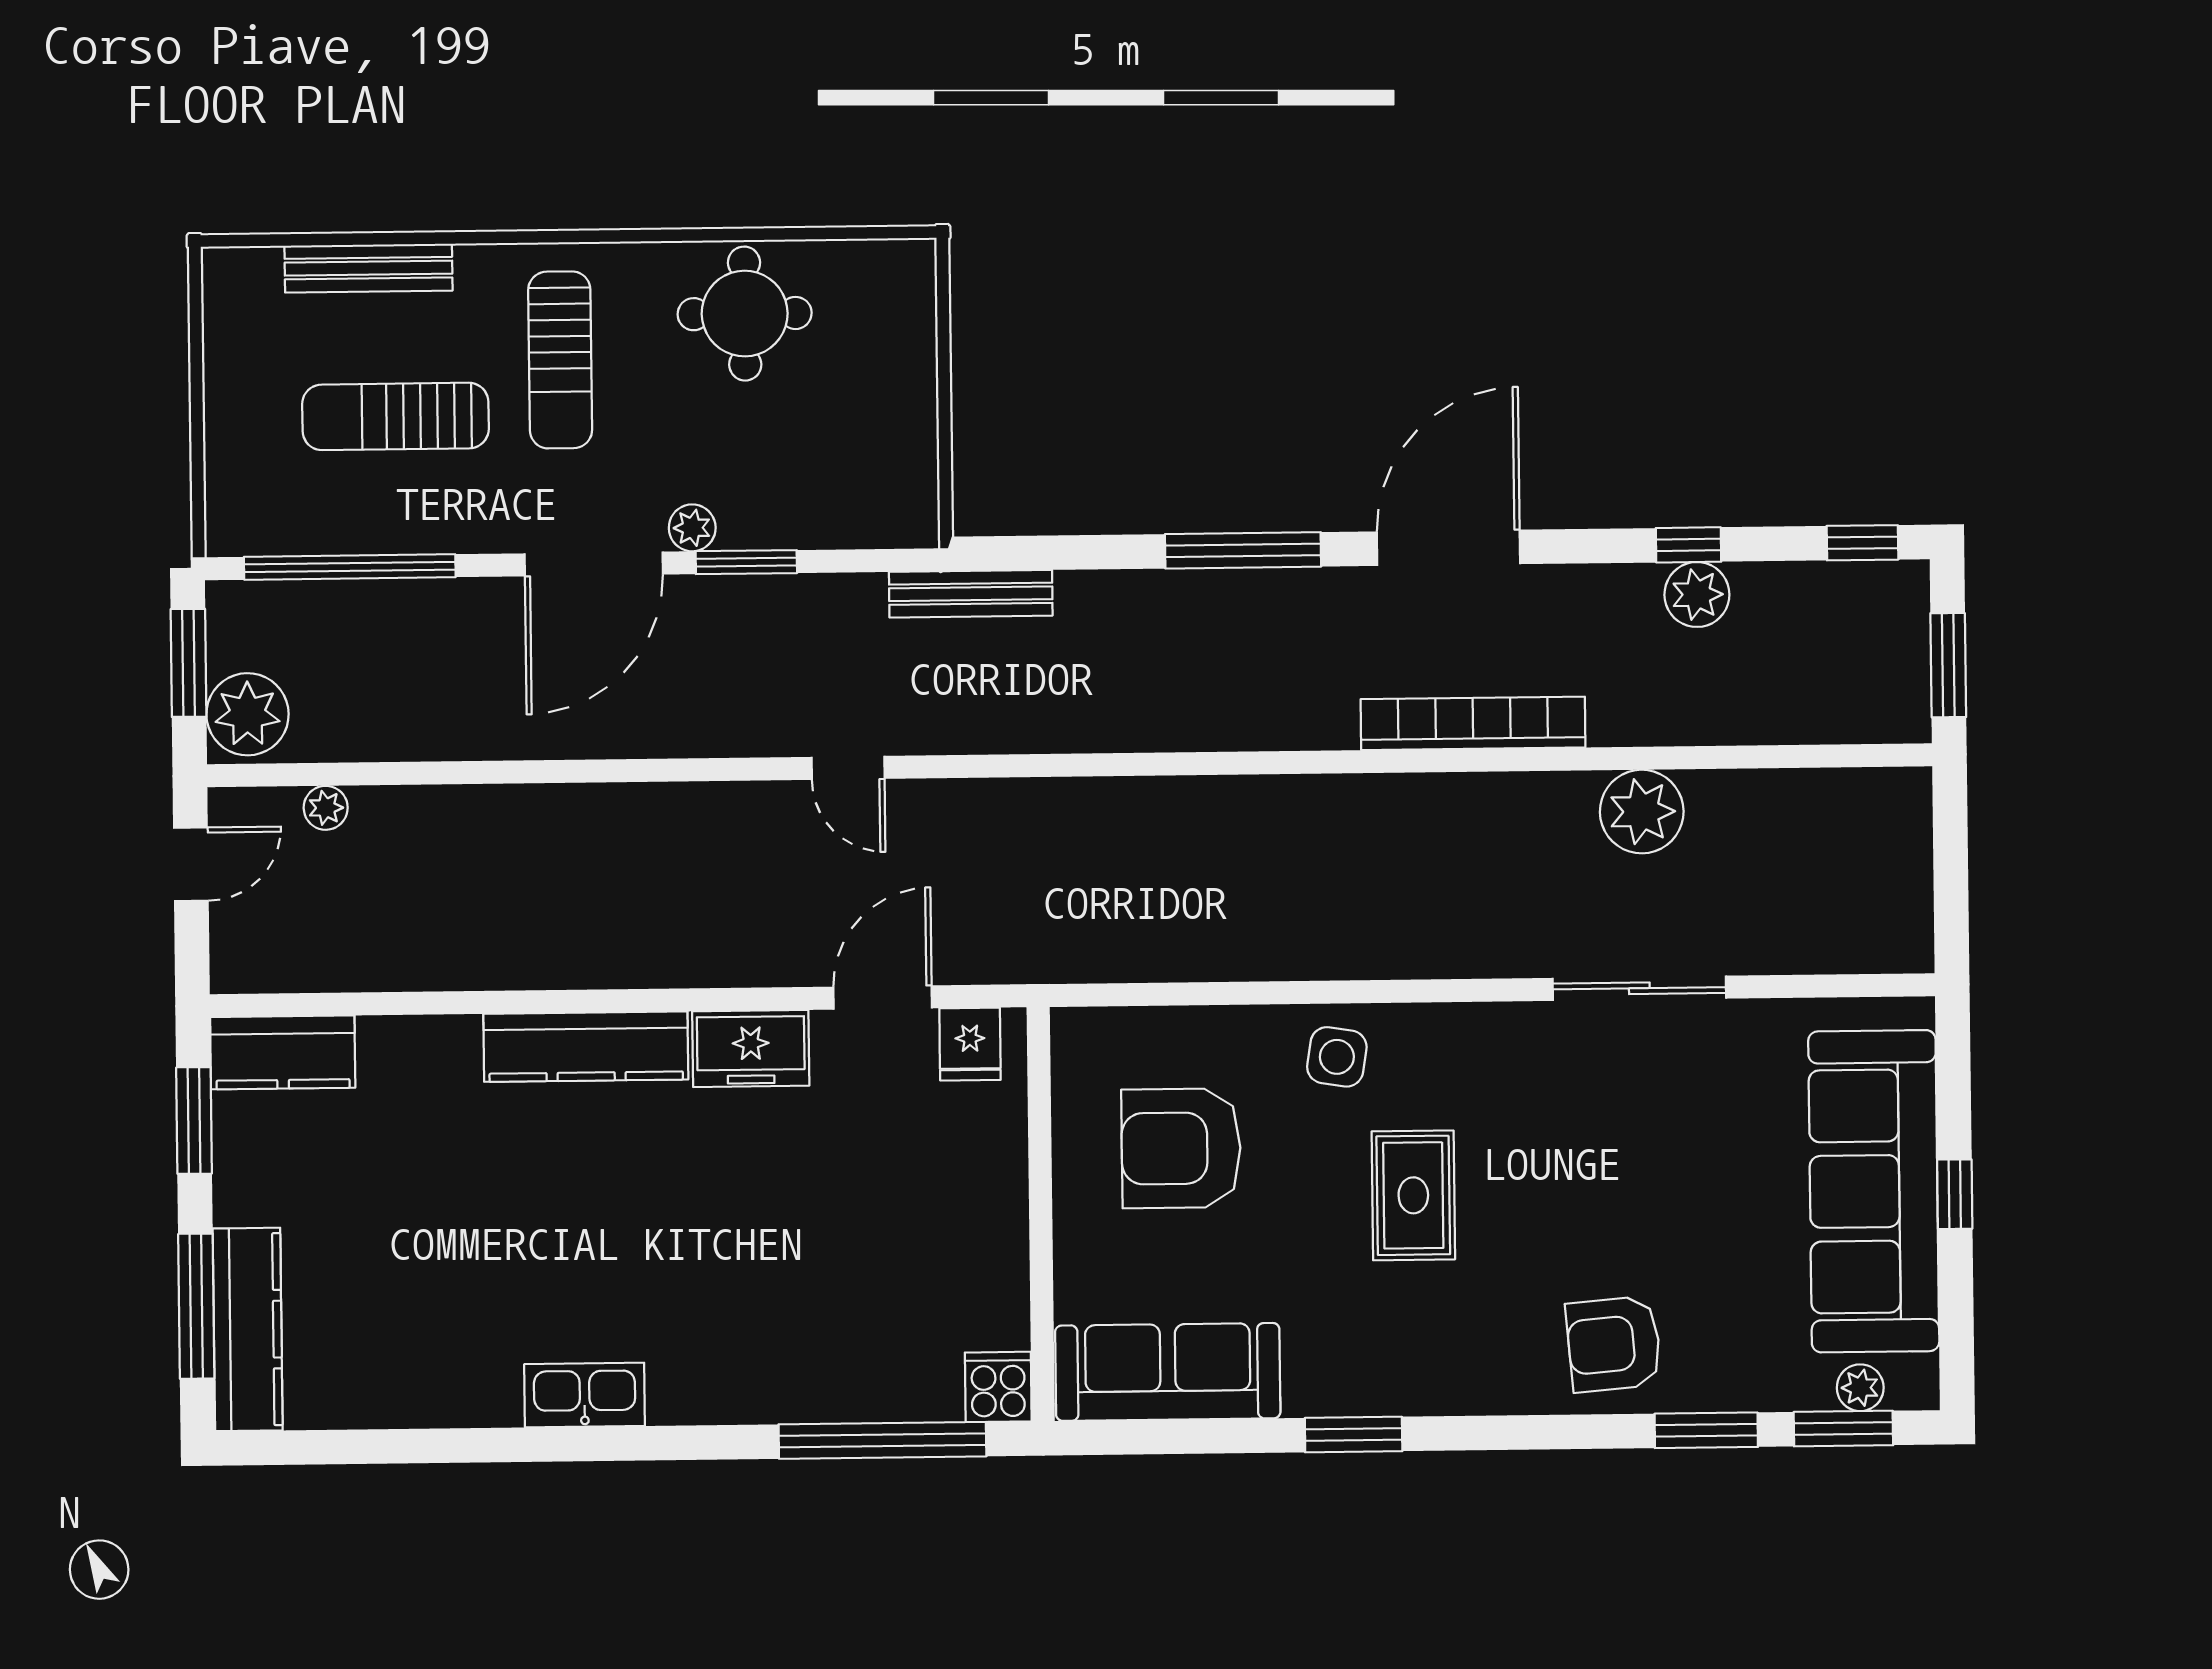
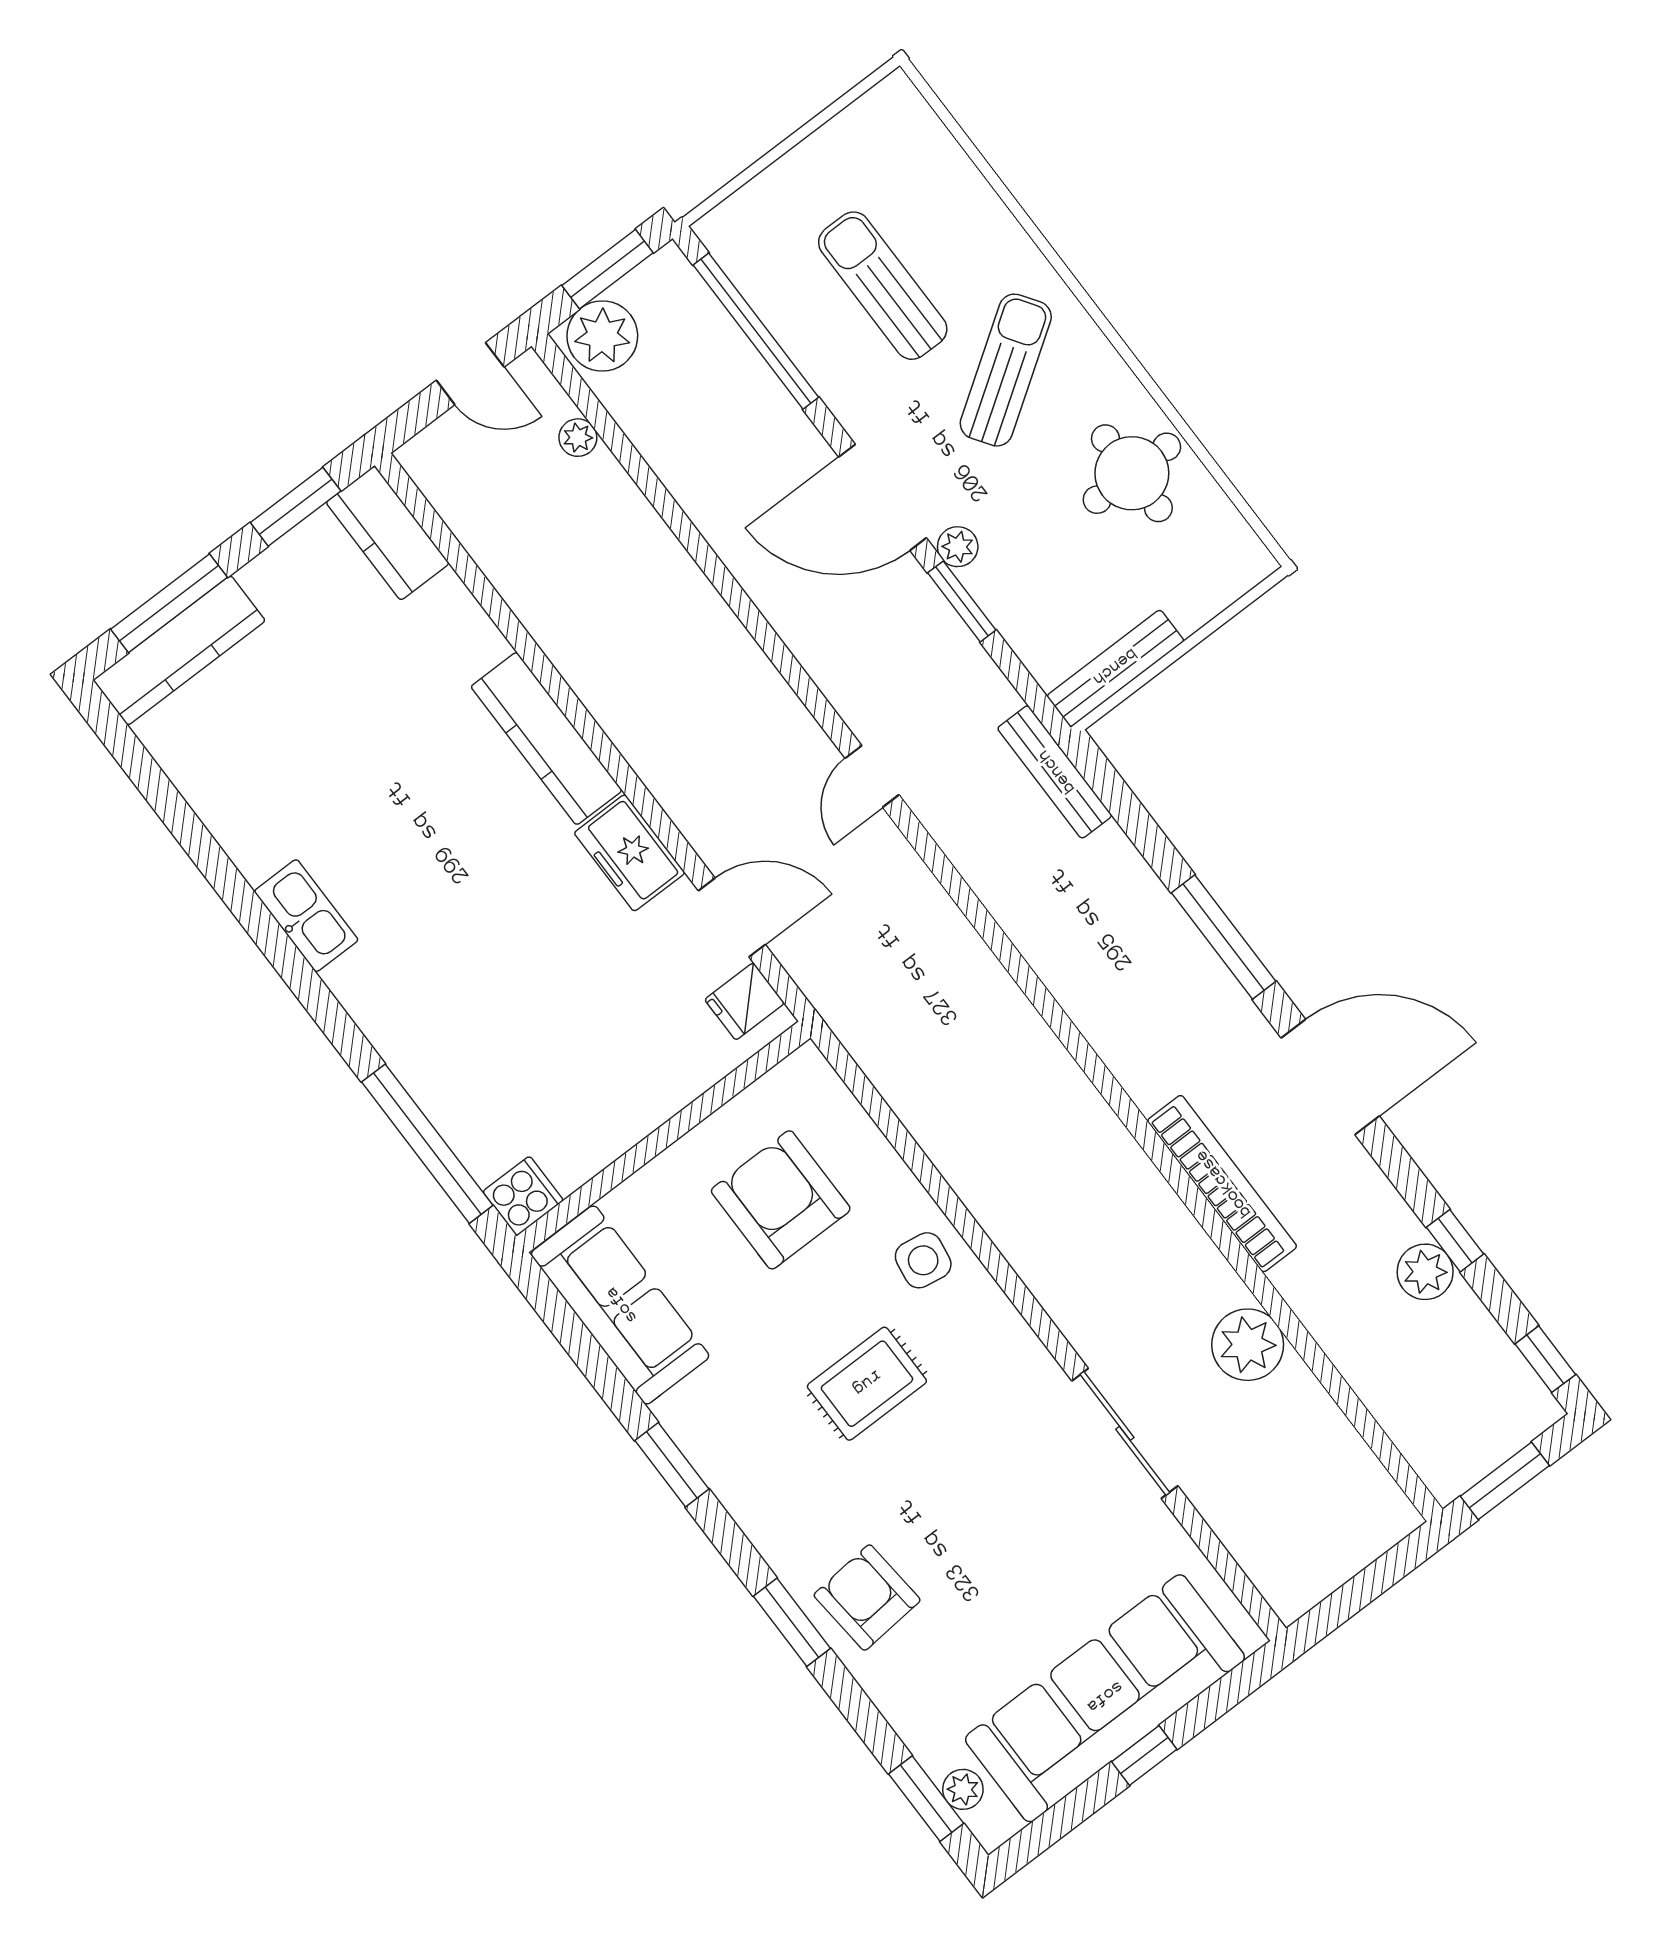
bench: (368, 268) -> (1115, 668), moved, turned 90
sun lounger: (560, 360) -> (1006, 370), turned 146
window: (1706, 1430) -> (792, 1622), moved

